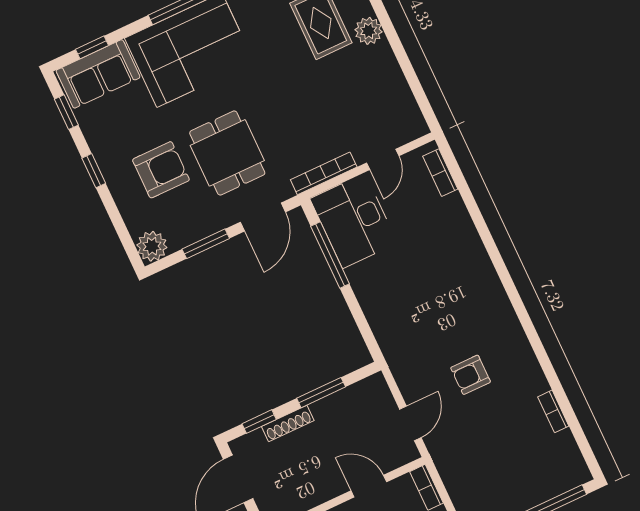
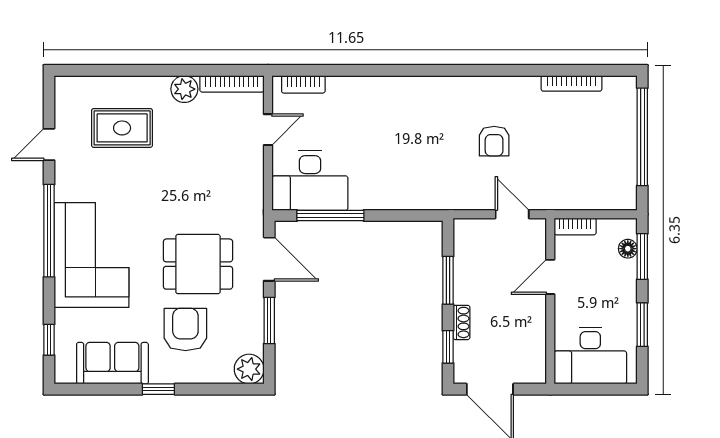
plant: (369, 31) -> (184, 89), moved
sofa: (98, 74) -> (112, 363), moved, turned -90
window: (66, 112) -> (95, 389), removed
door: (383, 159) -> (268, 130), hinge flipped
bookcase: (324, 173) -> (232, 84), moved, turned -90
bookcase: (553, 411) -> (572, 83), width x1.56
shoe rack: (288, 423) -> (461, 322), width x0.70

